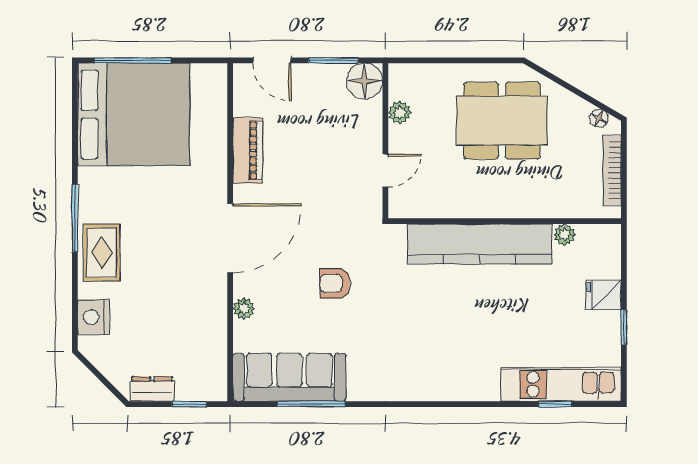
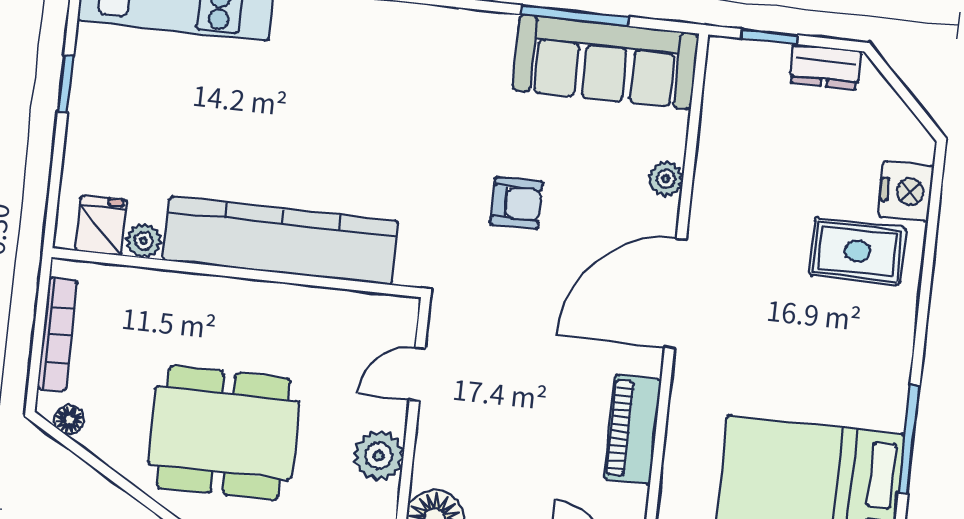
plant: (400, 113) -> (379, 456), width x1.38, depth x1.38
window: (75, 218) -> (909, 439), moved
rug: (102, 253) -> (857, 251), moved, turned 90
fridge: (604, 295) -> (101, 225), moved, turned -90

